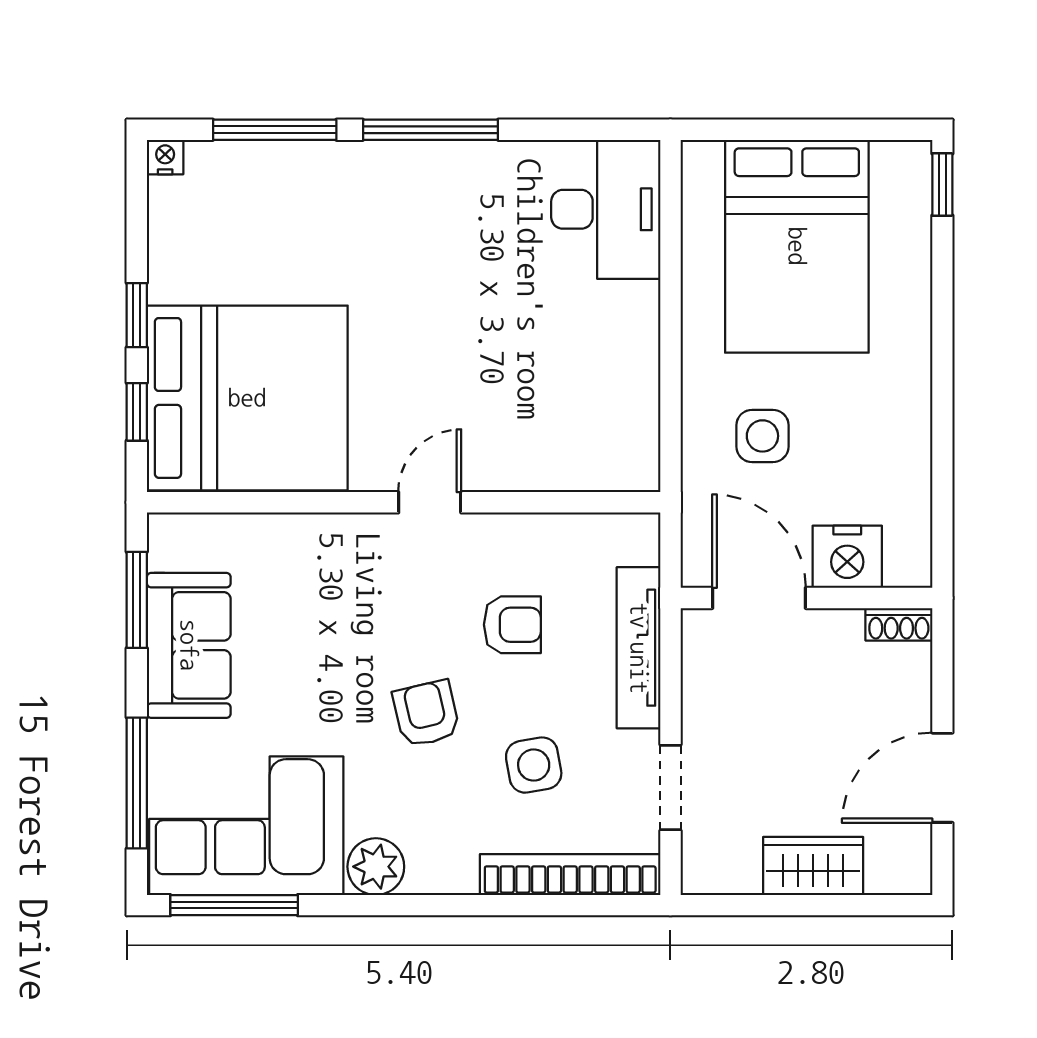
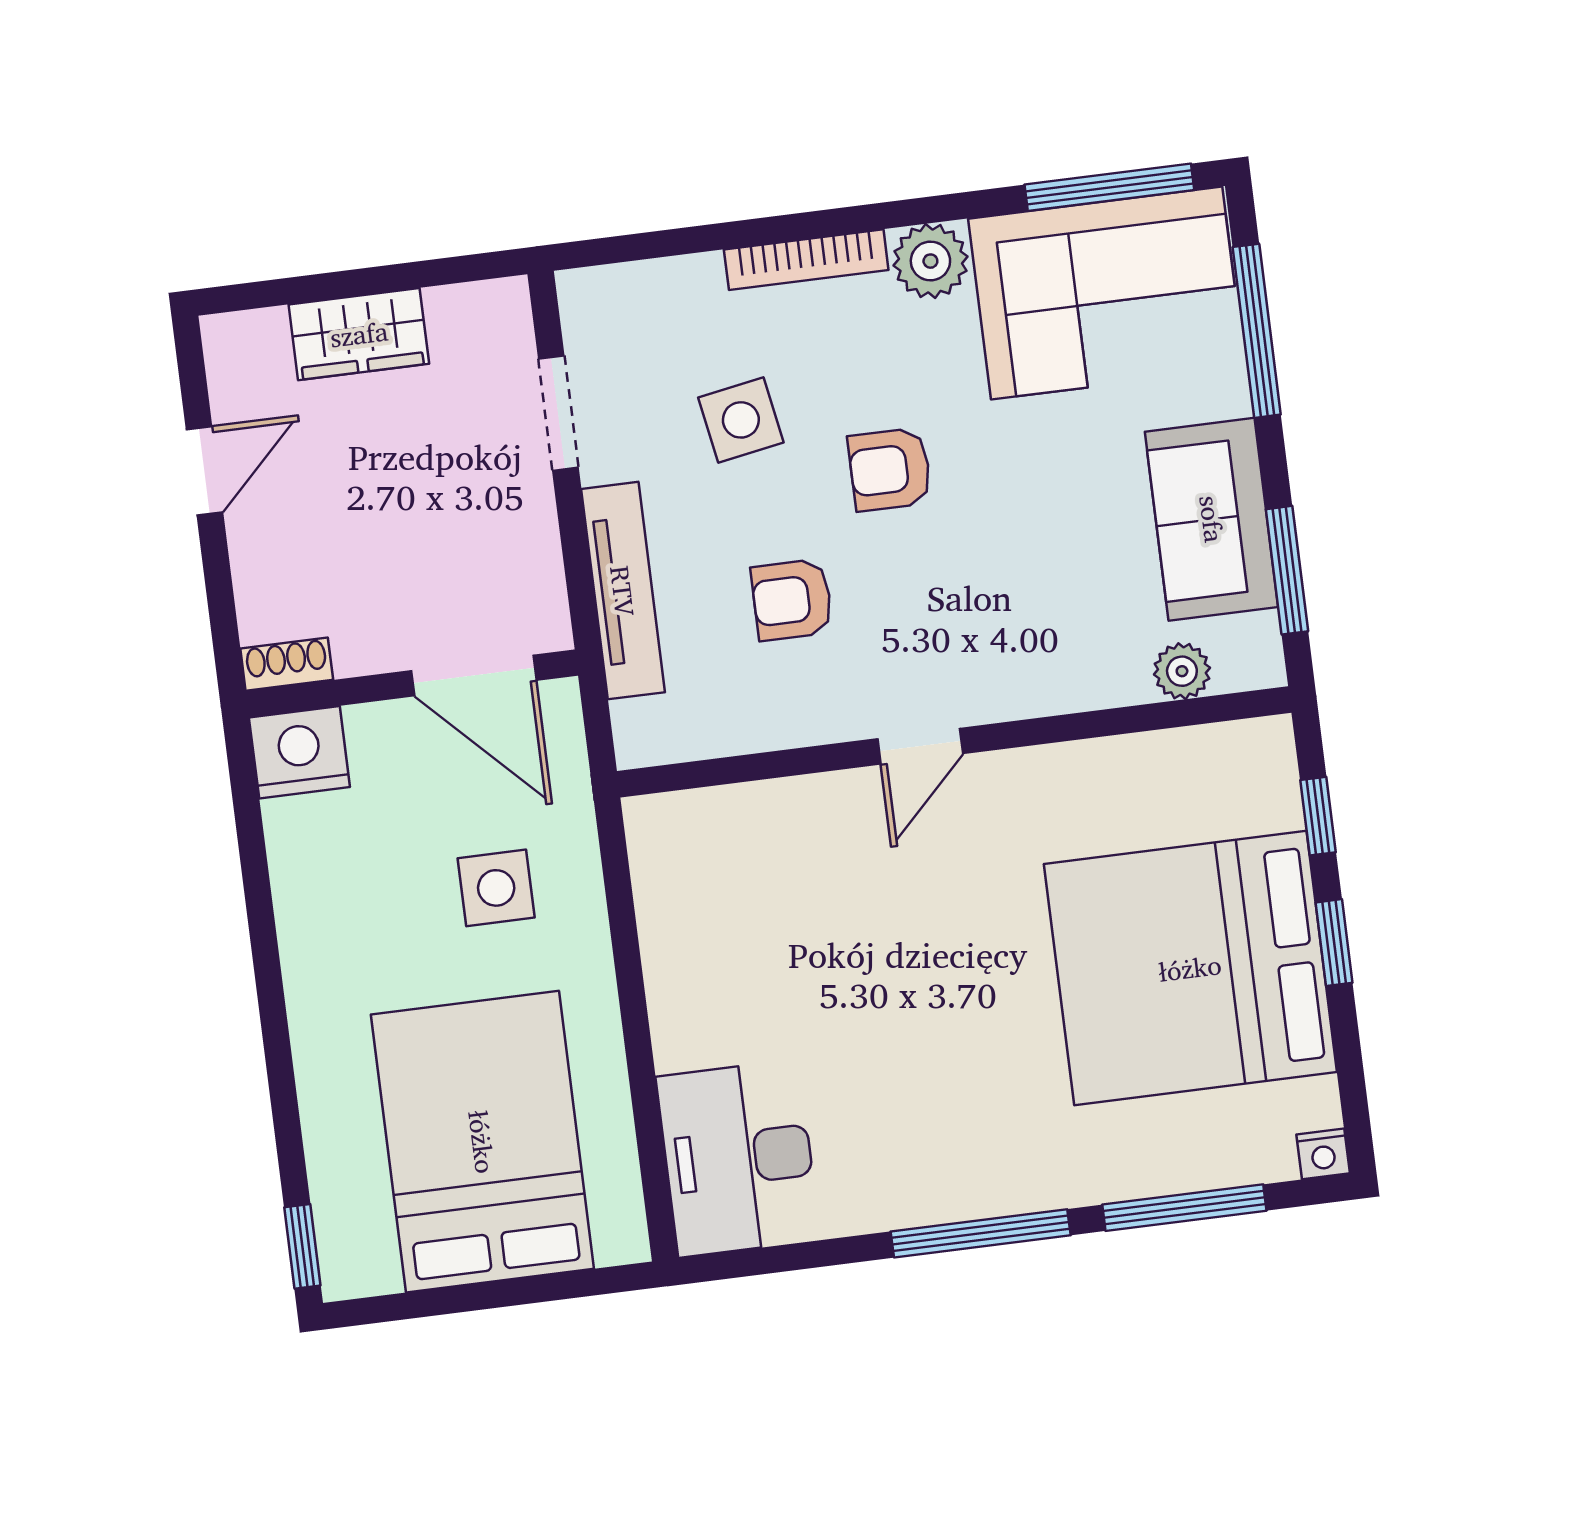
bed: (247, 398) -> (1190, 968), moved
plant: (225, 534) -> (1182, 671), added
nightstand: (847, 557) -> (299, 752), moved
armchair: (426, 714) -> (890, 469), turned 103
door: (942, 778) -> (204, 471), width x0.73
bookcase: (570, 875) -> (806, 260), moved, width x0.68, depth x0.76

